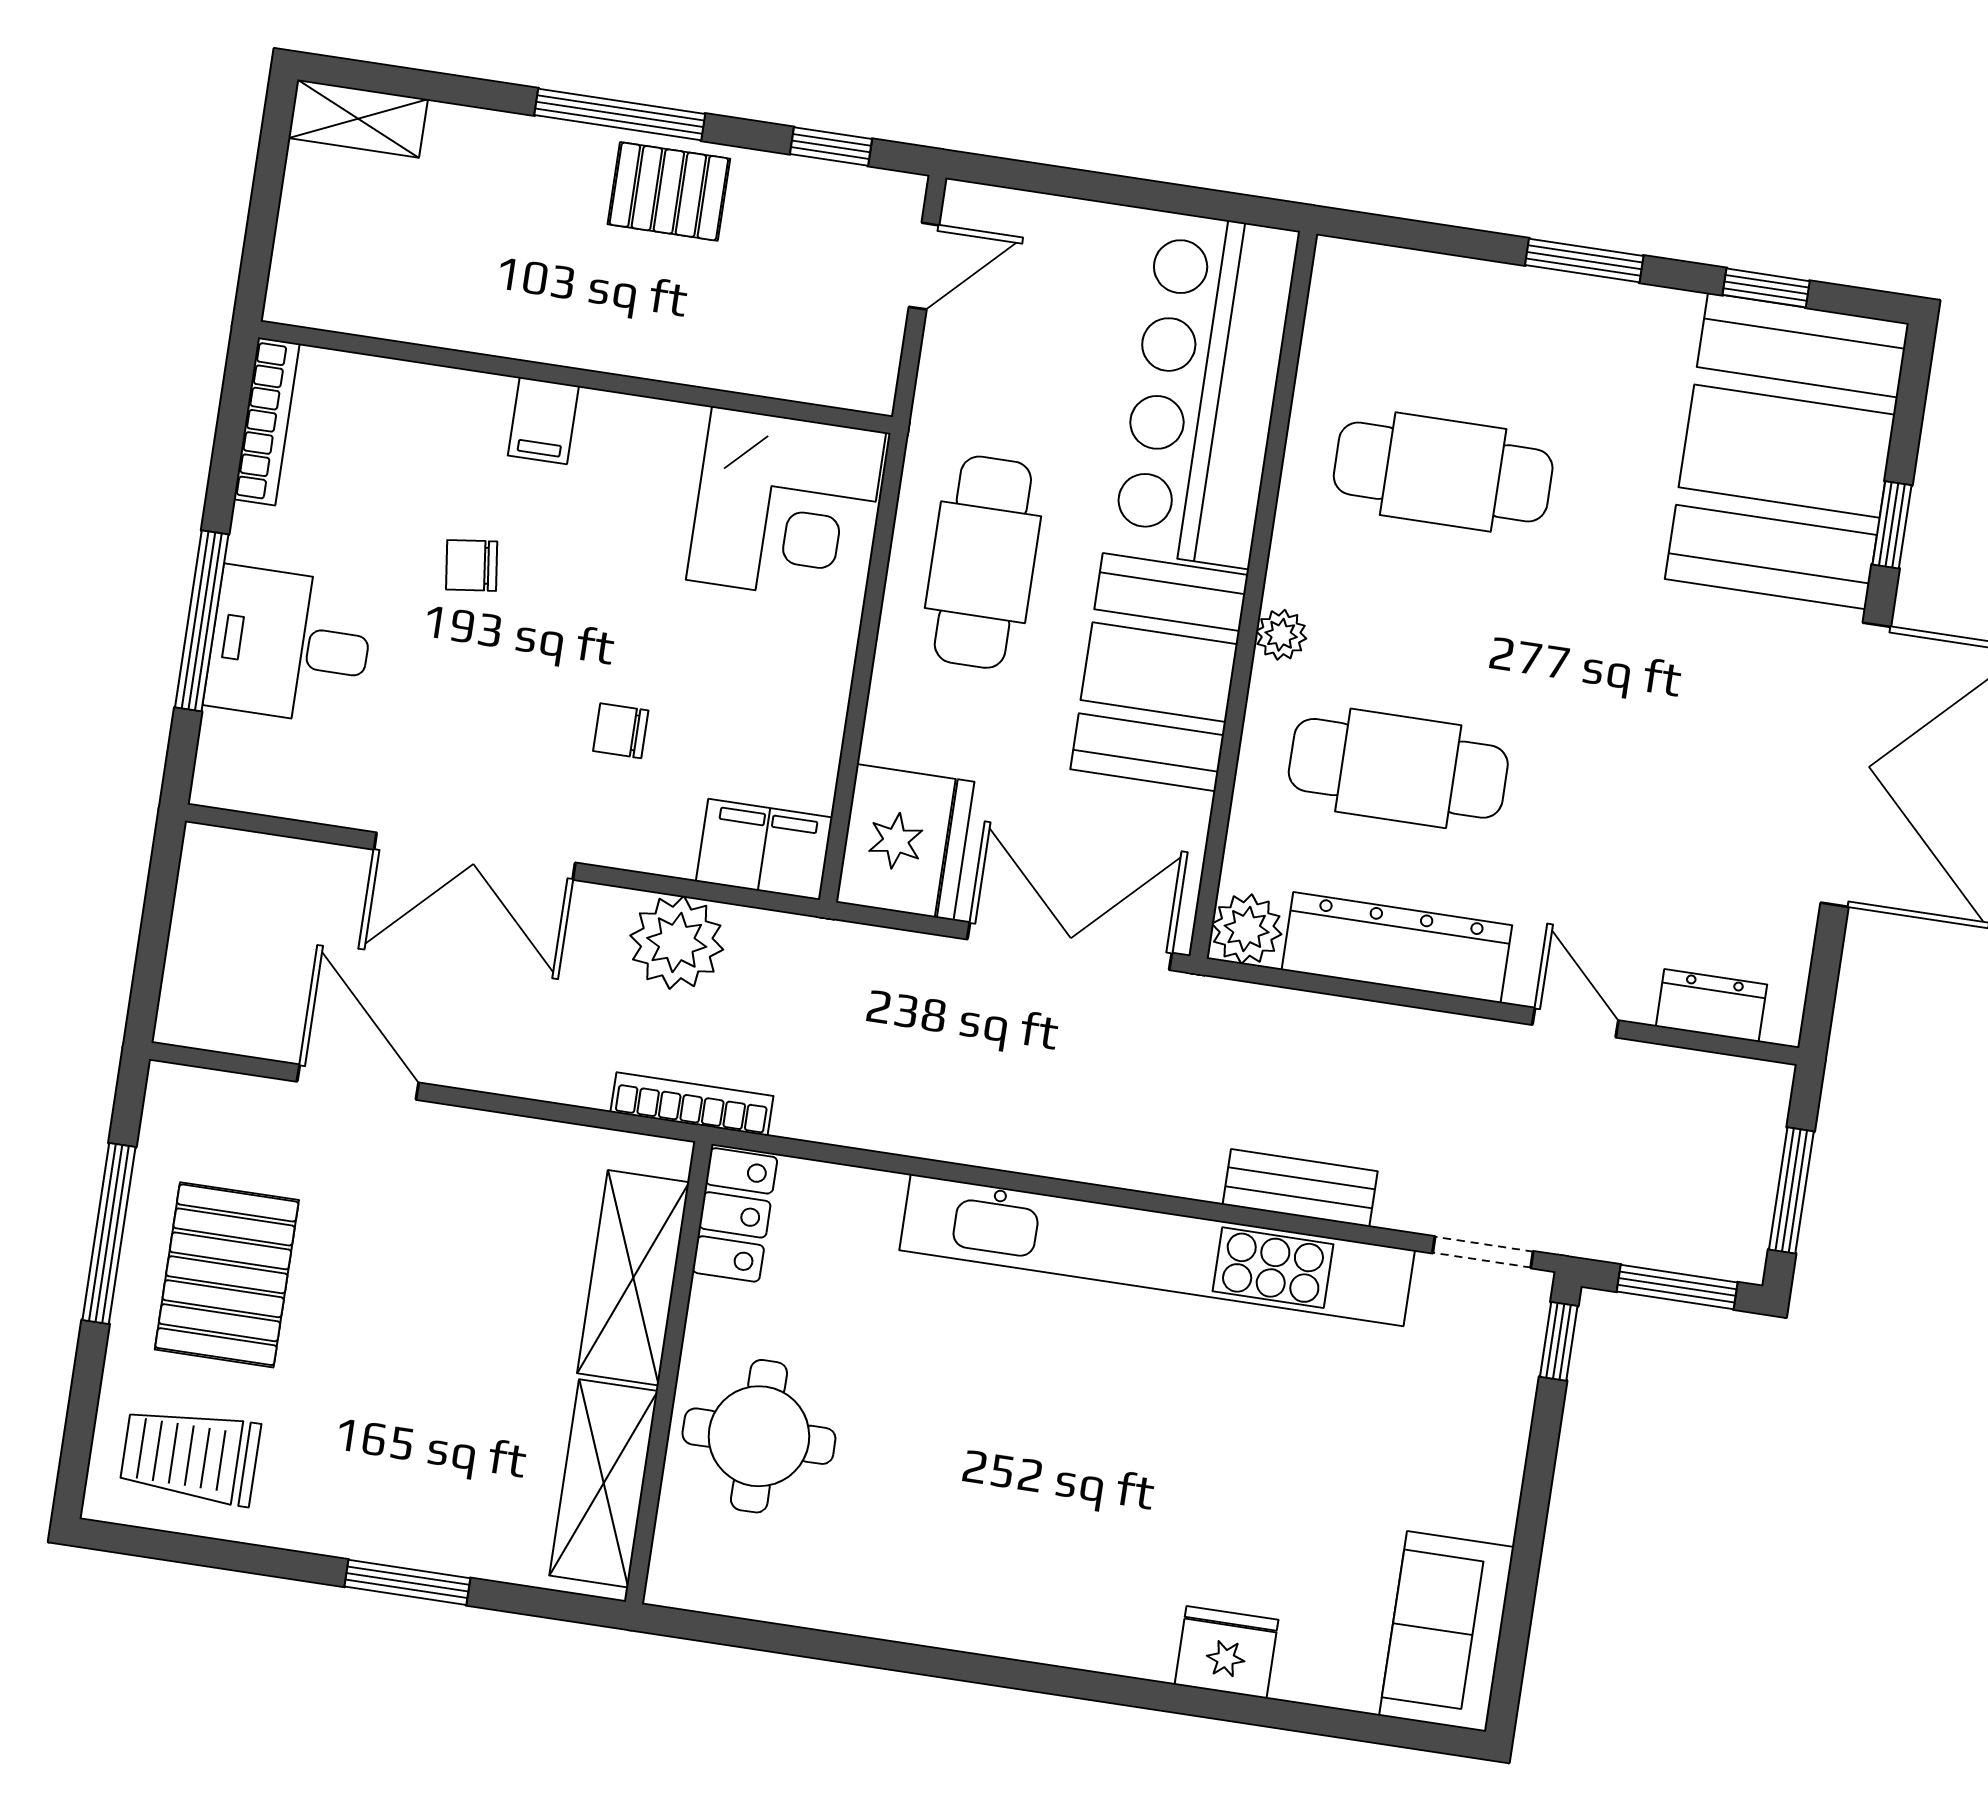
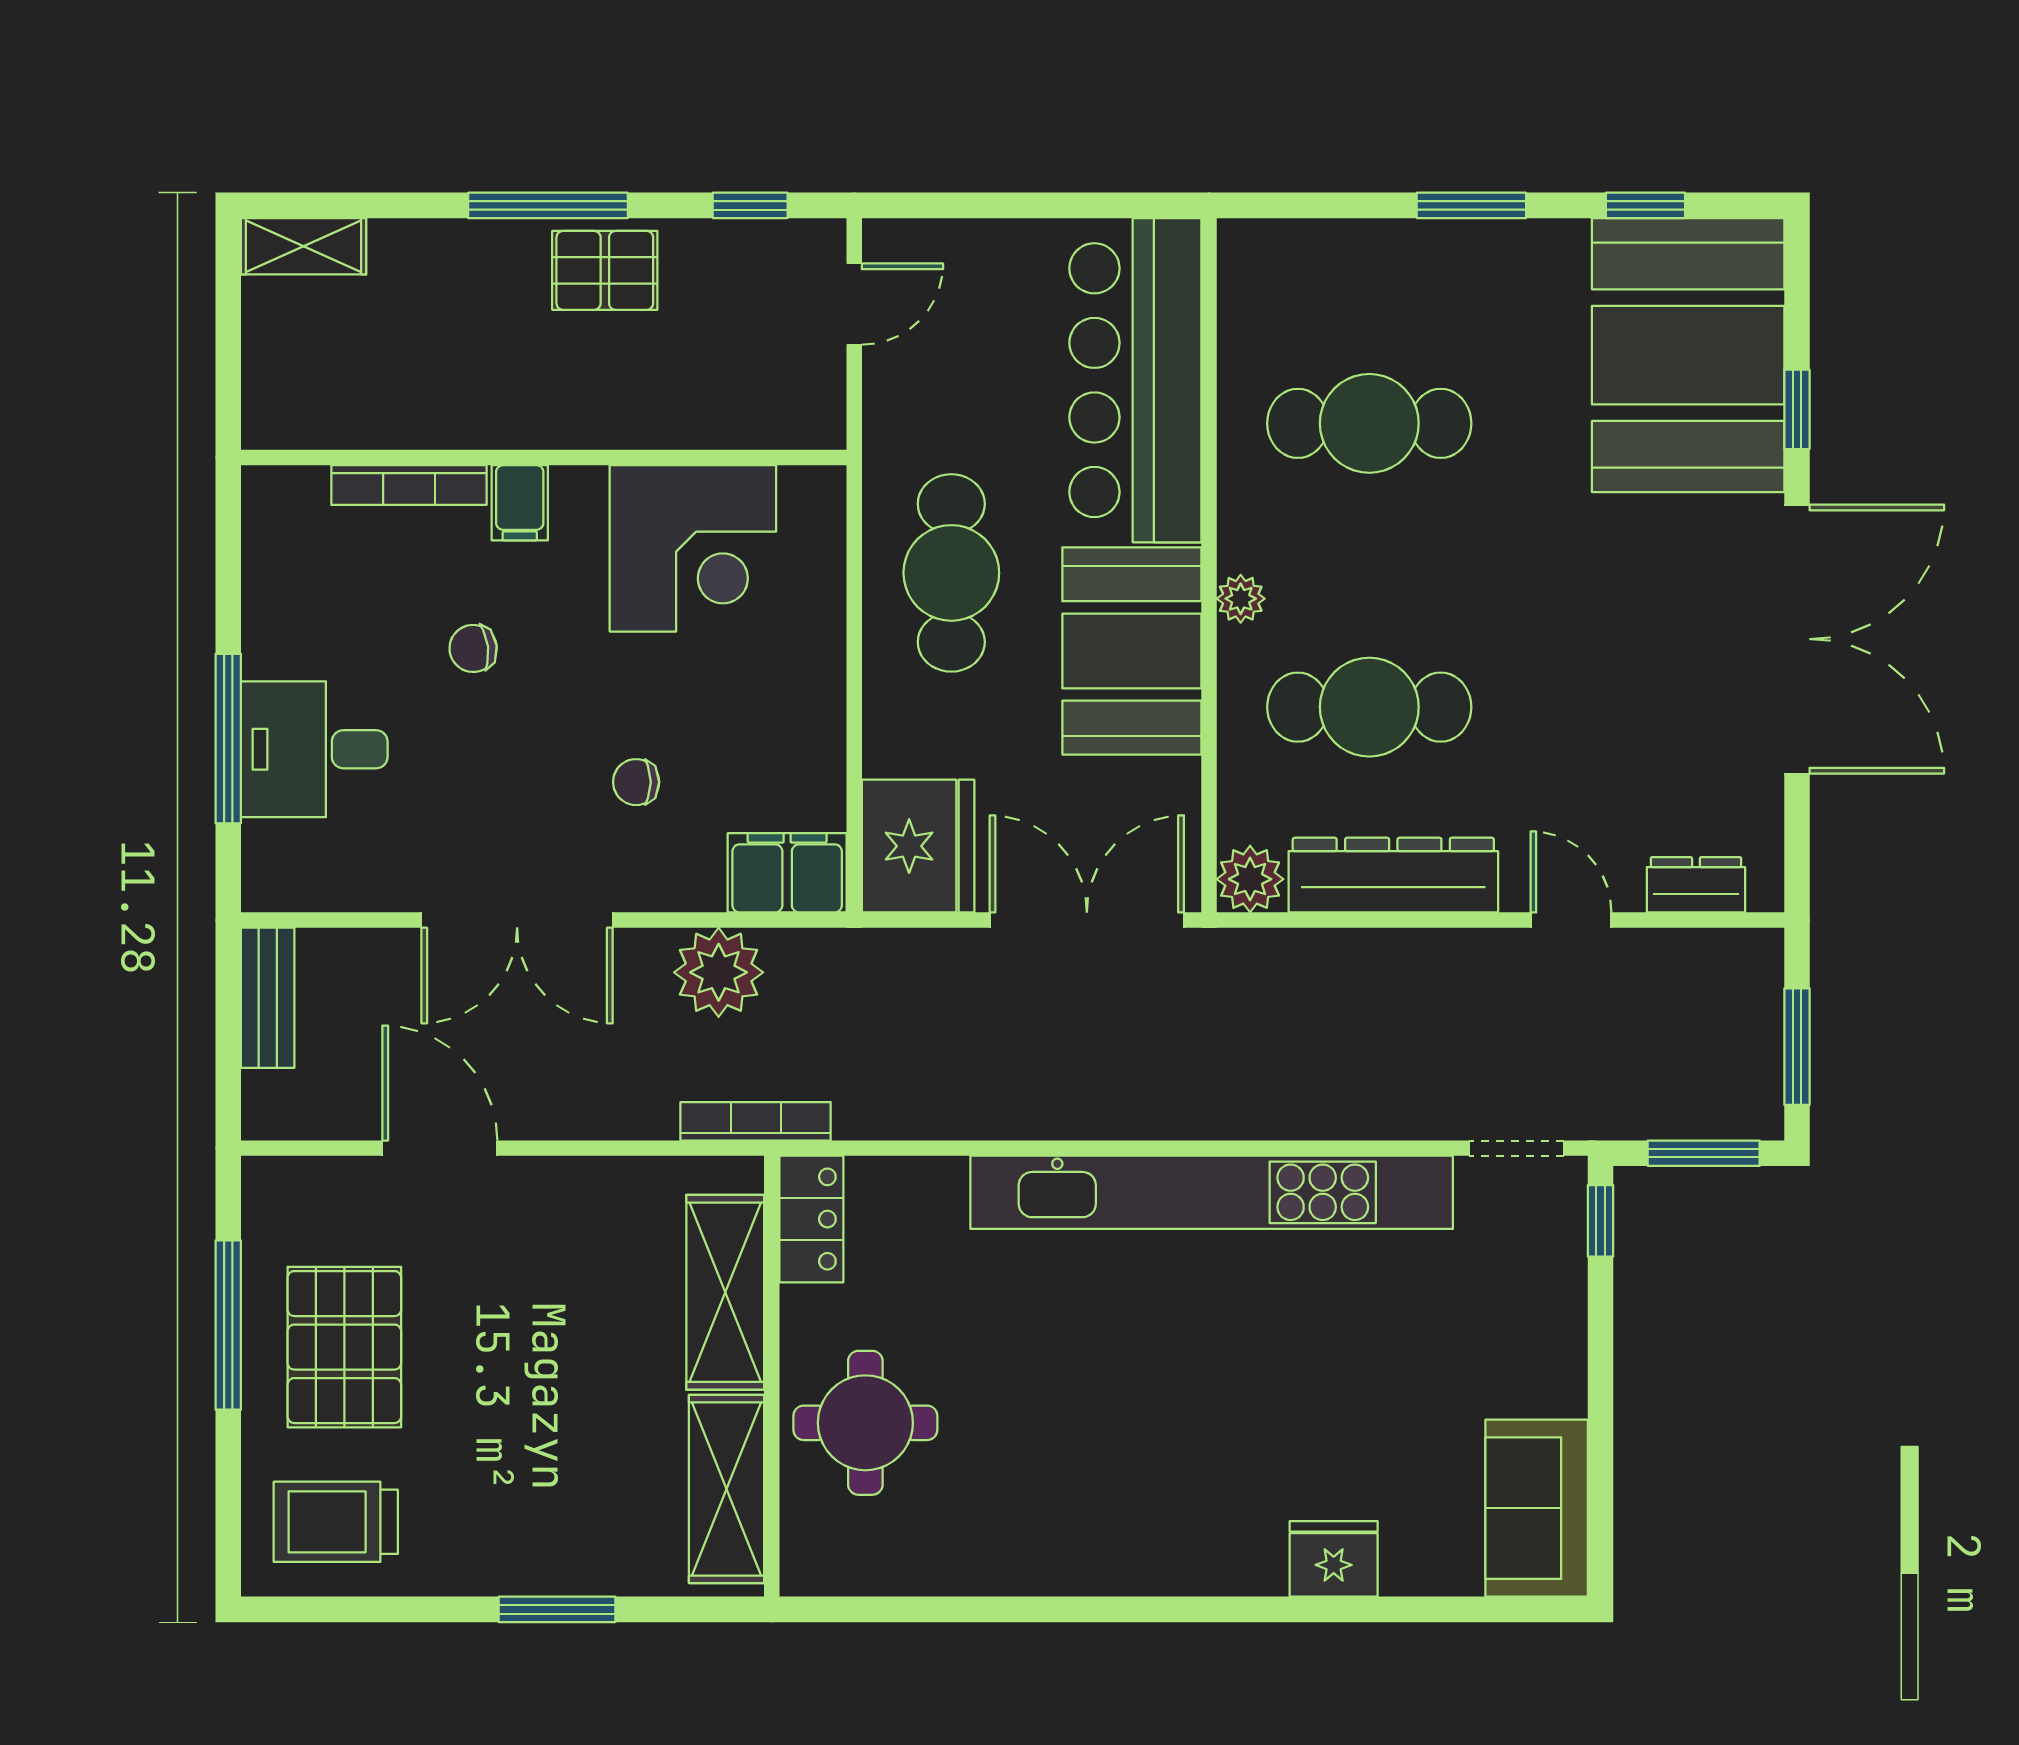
bookcase: (267, 422) -> (409, 485), moved, turned 90
corner desk: (786, 506) -> (693, 548), moved
bench: (1300, 1188) -> (268, 998), moved, turned 90

